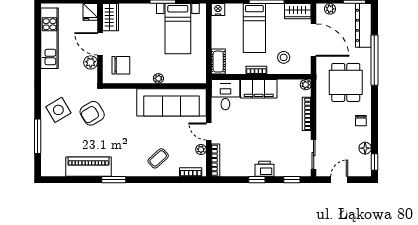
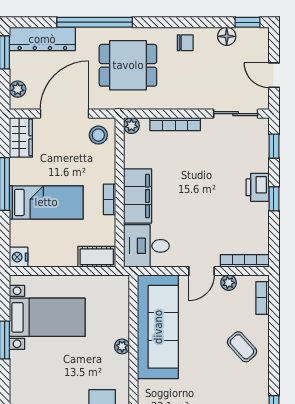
stool: (284, 57) -> (98, 135), moved

